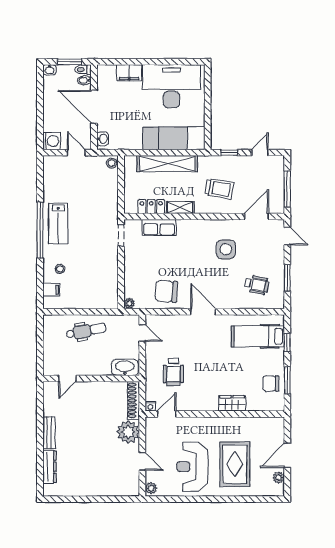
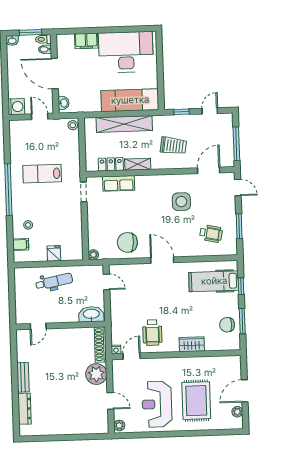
lab bench: (58, 223) -> (42, 174), moved, turned 90
fridge: (87, 300) -> (54, 253), added
wheelchair: (173, 372) -> (152, 333), moved

